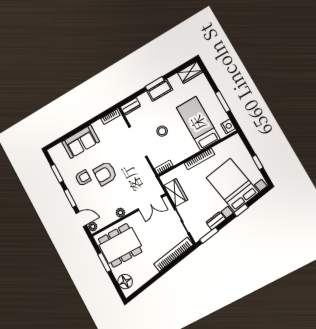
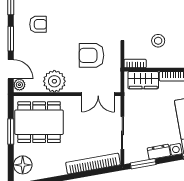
stool: (162, 131) -> (158, 41), moved
armchair: (105, 174) -> (91, 55), moved
wardrobe: (176, 193) -> (143, 80), moved, turned 90
plant: (120, 213) -> (54, 81), width x1.87, depth x1.87

